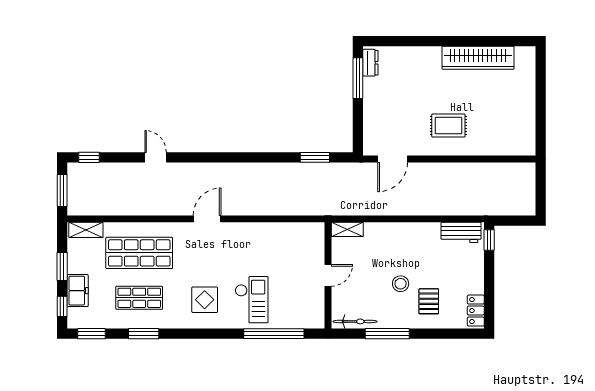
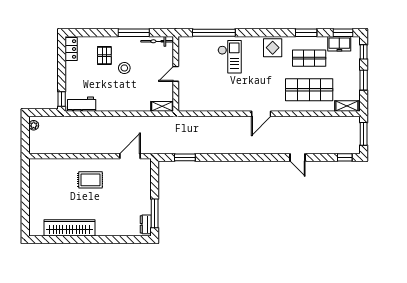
plant: (529, 203) -> (34, 125), added
freezer: (78, 291) -> (339, 44), moved, turned -90
display table: (205, 300) -> (273, 48), moved
checkout: (252, 300) -> (230, 57), turned 180

